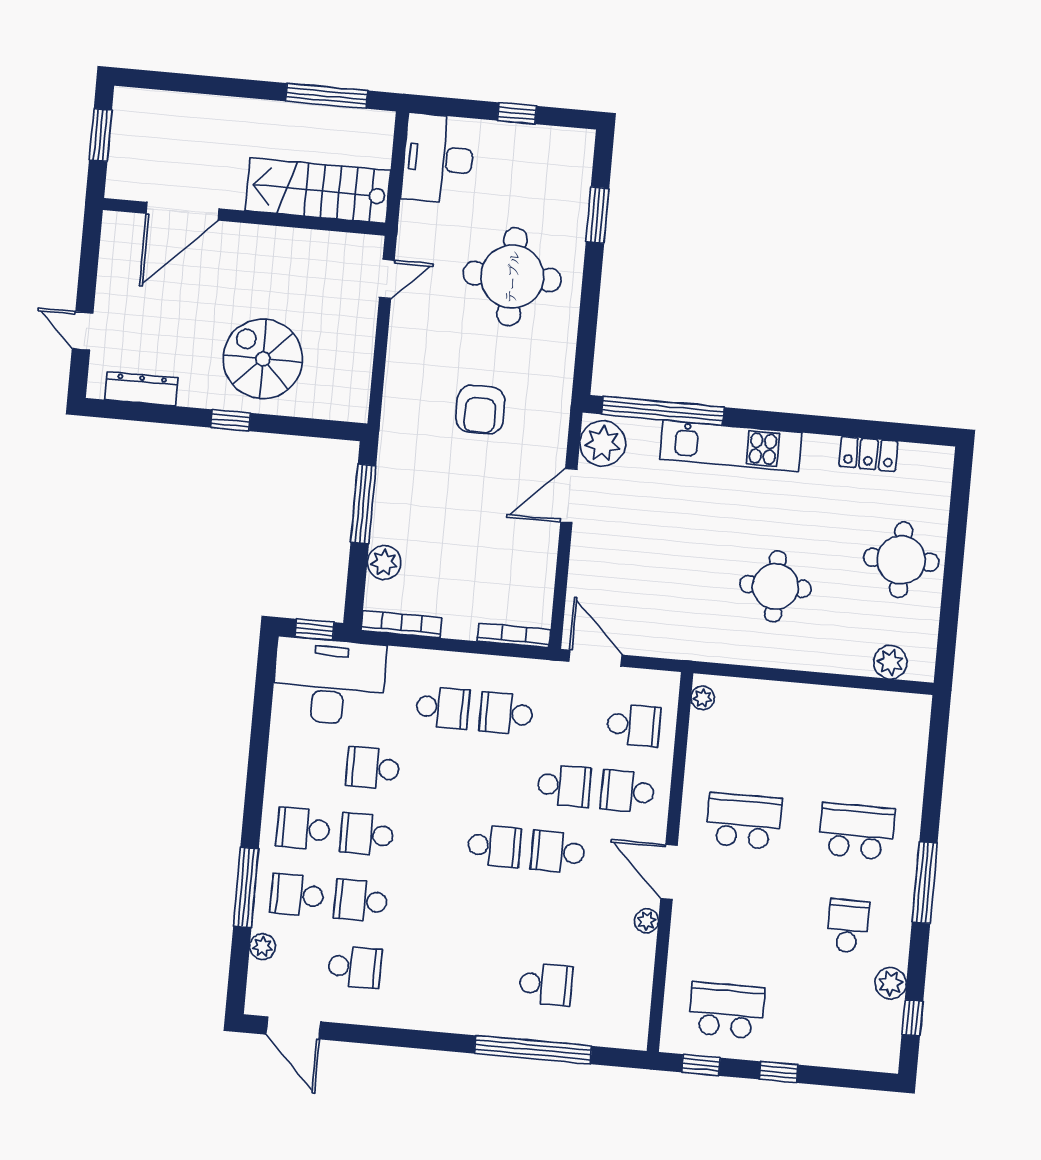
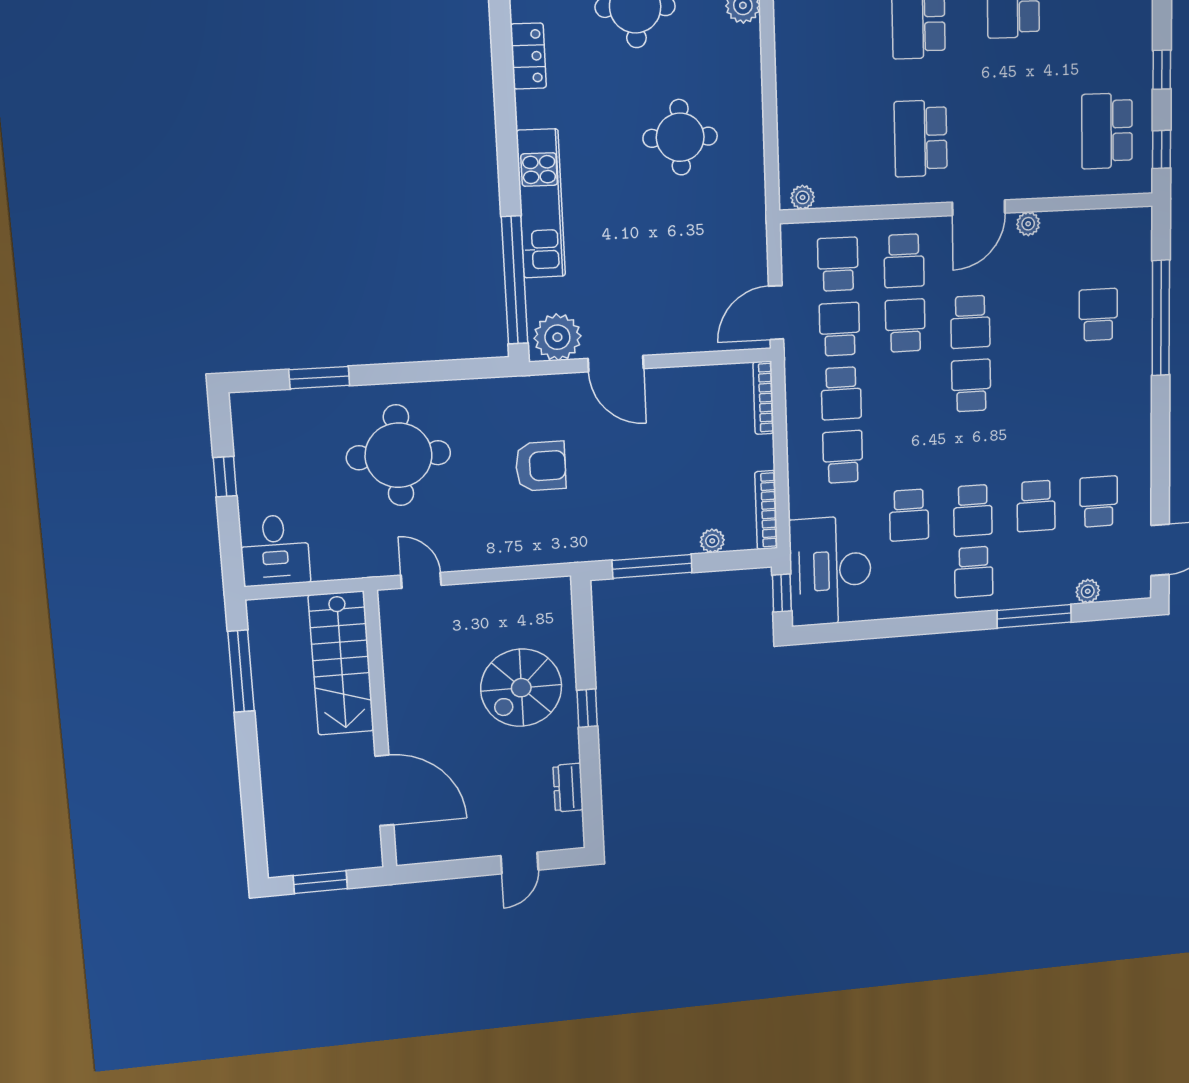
desk: (438, 159) -> (275, 550), width x0.73
dresser: (141, 389) -> (568, 788), width x0.70
plant: (384, 562) -> (712, 541), width x0.73, depth x0.73
school desk: (297, 895) -> (840, 329), moved, turned 180

